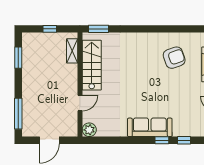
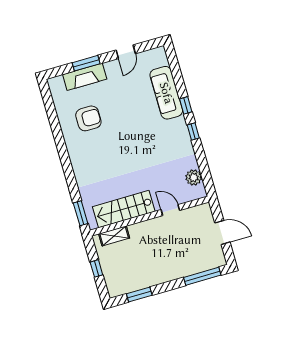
armchair: (174, 58) -> (88, 118), turned 109
sofa: (150, 127) -> (166, 93), moved
plant: (89, 130) -> (194, 177), moved
window: (184, 140) -> (193, 132), moved

